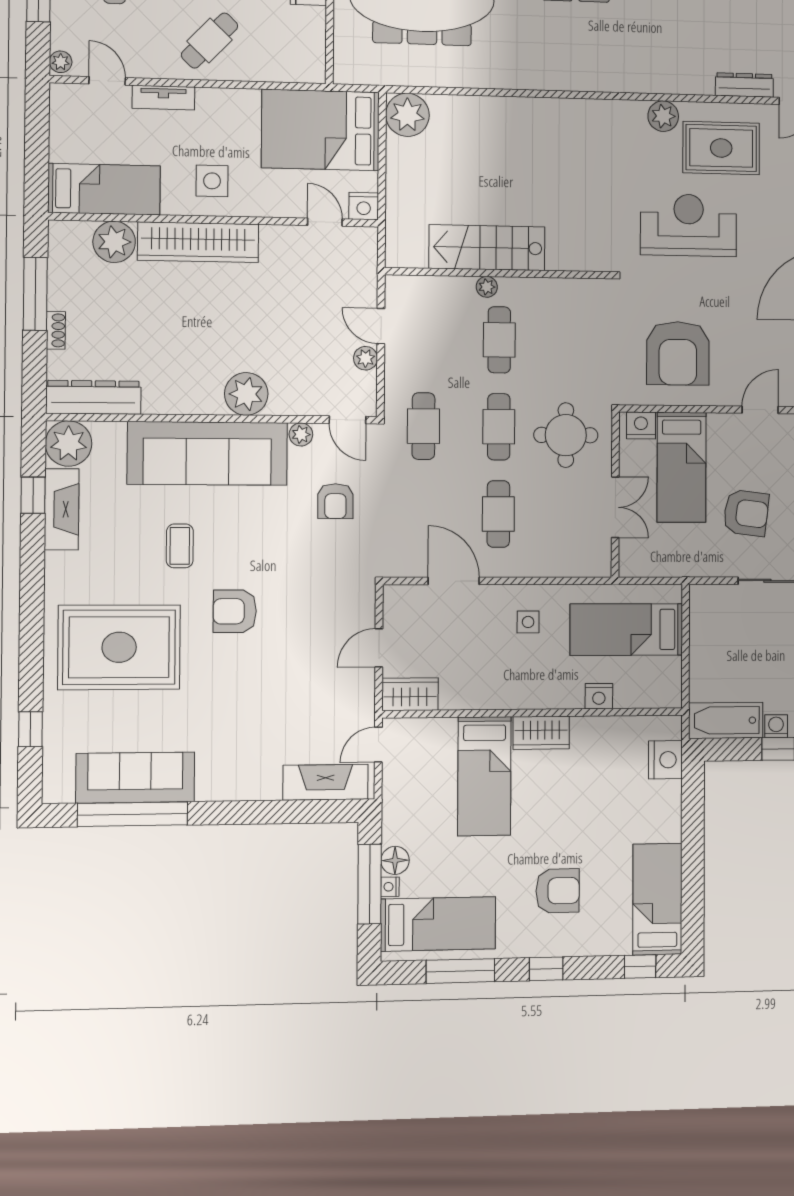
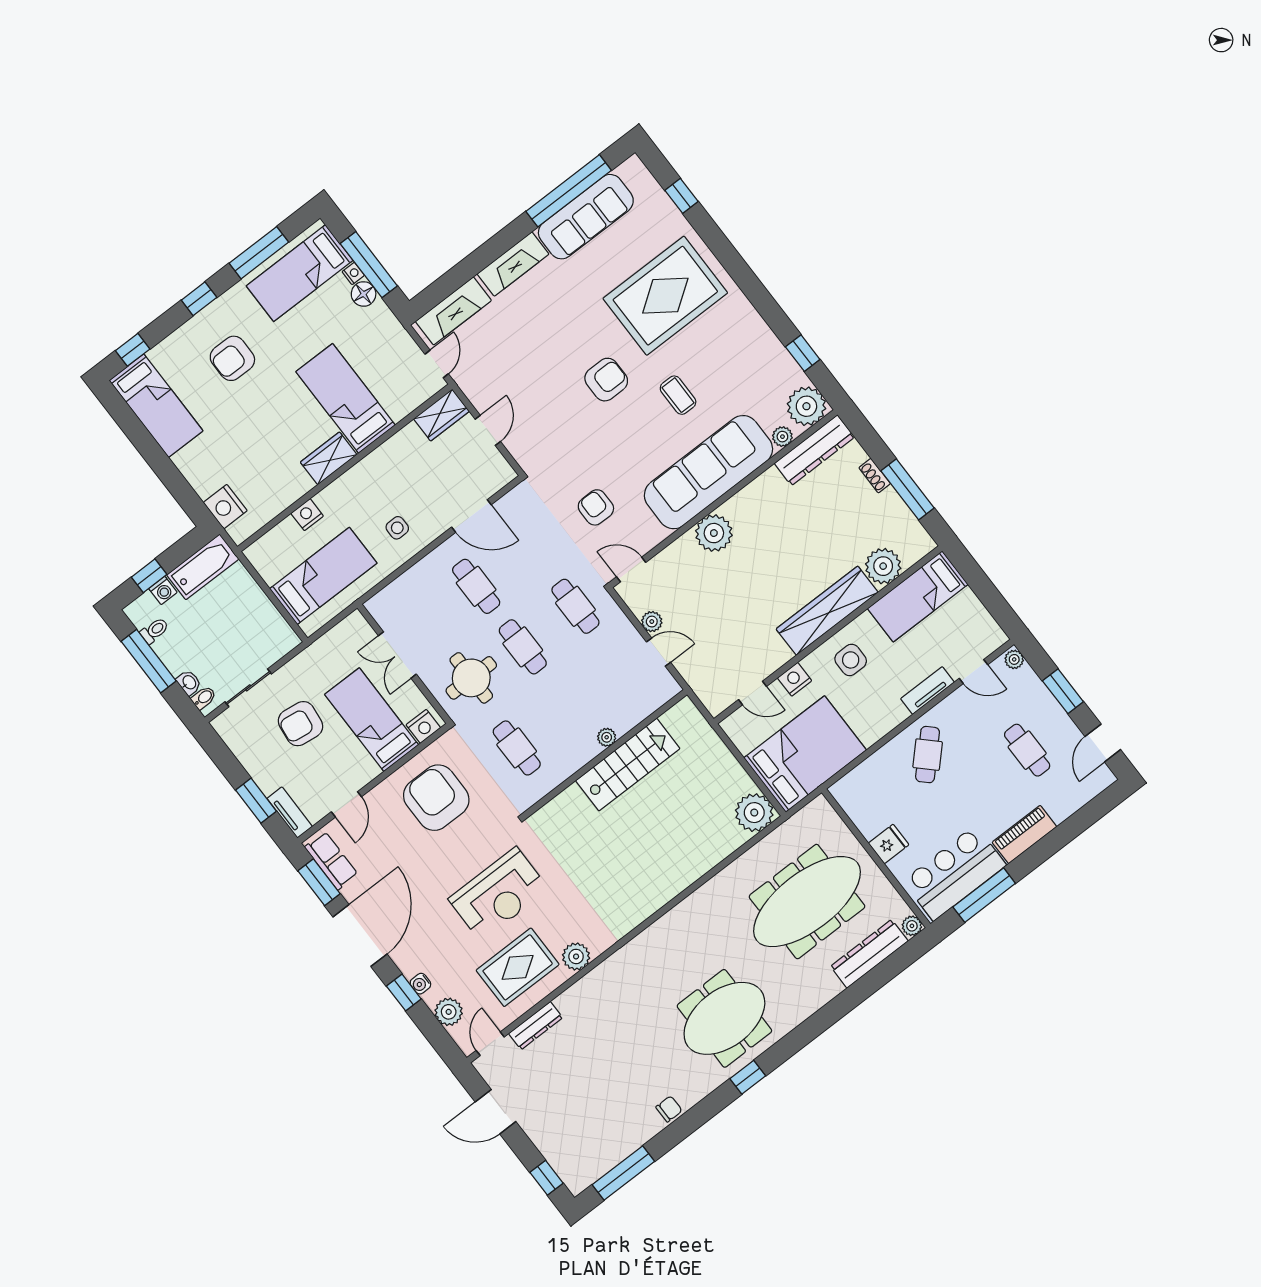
nightstand: (364, 206) -> (795, 679), moved
cafe table: (499, 340) -> (517, 748), moved
plant: (301, 434) -> (782, 437), moved
fireplace: (62, 509) -> (513, 264), moved, turned -90

